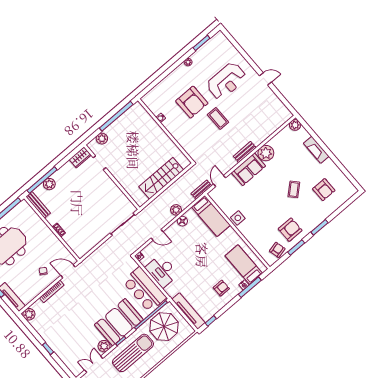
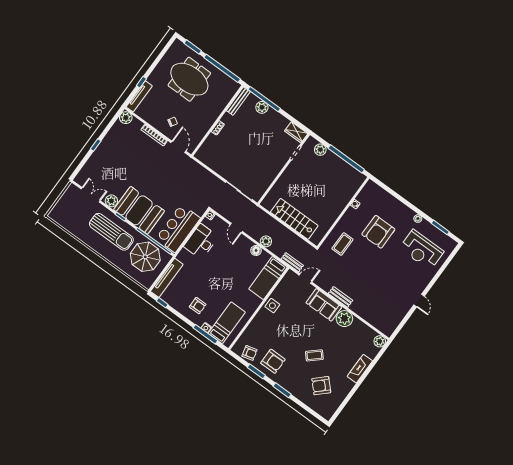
reception desk: (226, 81) -> (422, 250), moved
coffee table: (218, 118) -> (342, 244), moved
armchair: (324, 190) -> (321, 386), turned 46

